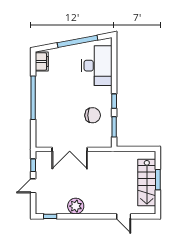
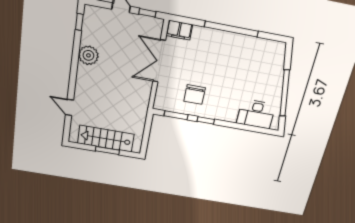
filing cabinet: (42, 62) -> (179, 30), moved
desk: (97, 66) -> (256, 114), width x0.73, depth x0.77
door: (124, 216) -> (69, 107), hinge flipped

